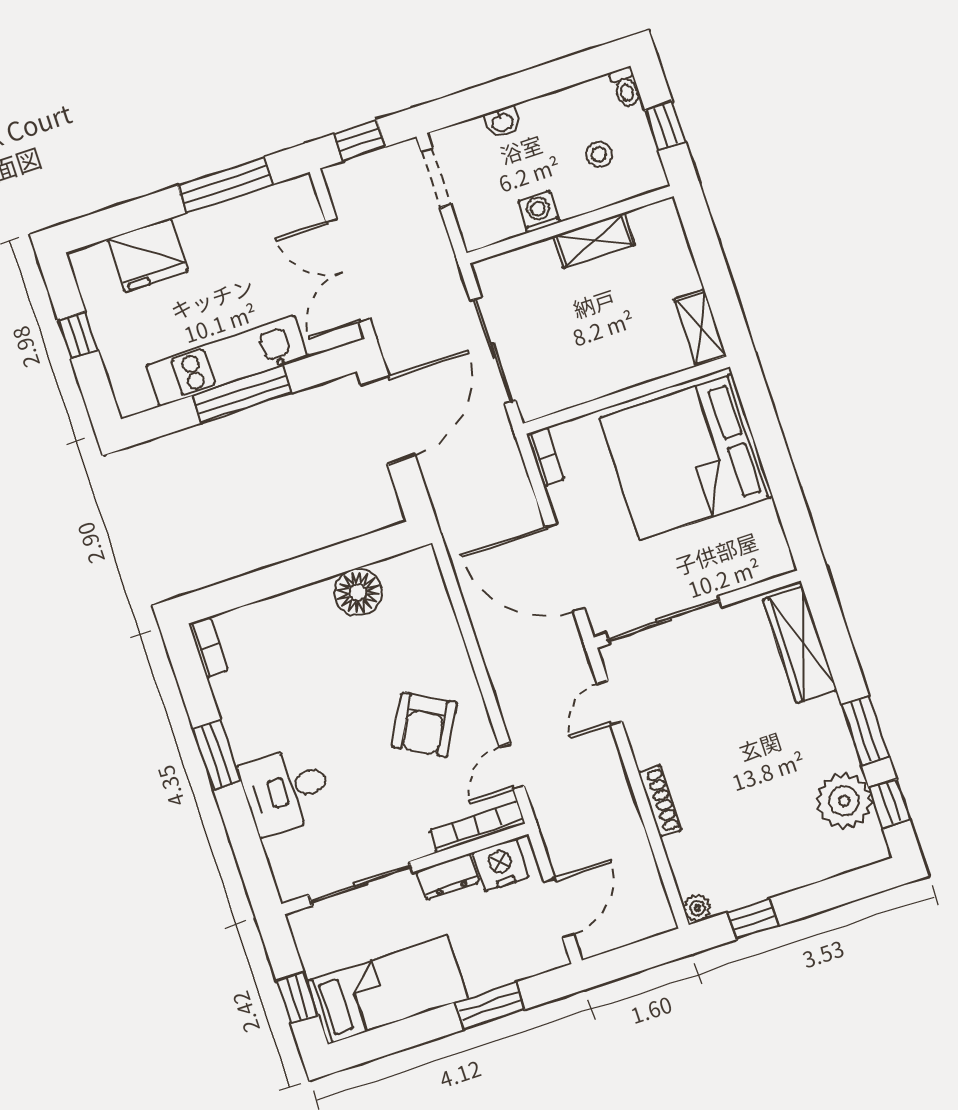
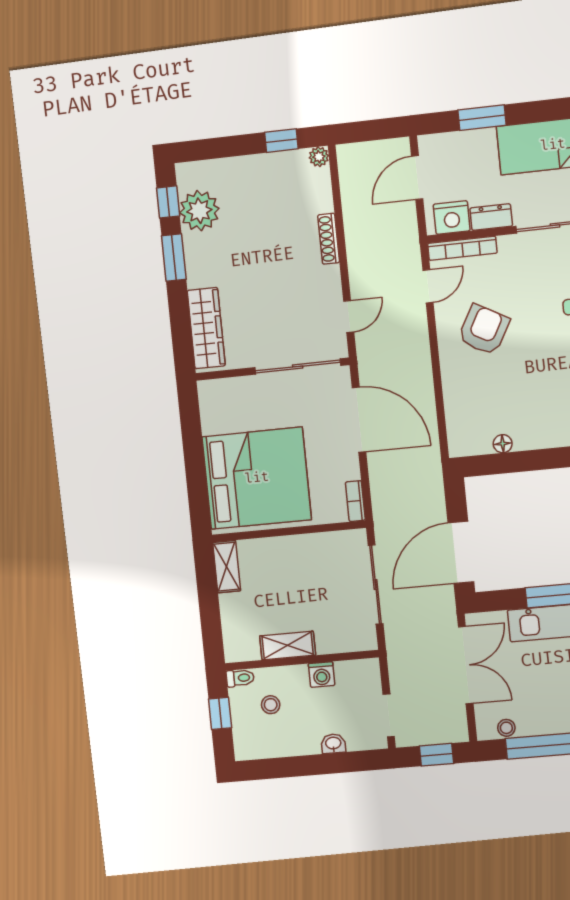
toilet: (625, 87) -> (240, 678), moved, turned 90
stool: (275, 199) -> (506, 728), added
floor lamp: (358, 592) -> (503, 444), width x0.53, depth x0.53

